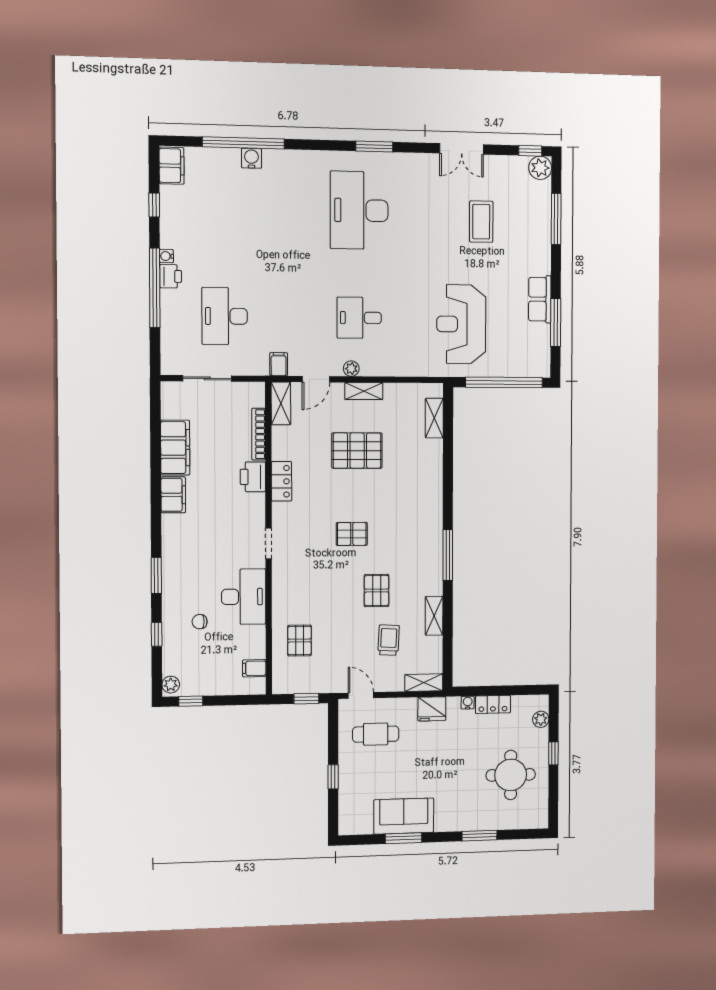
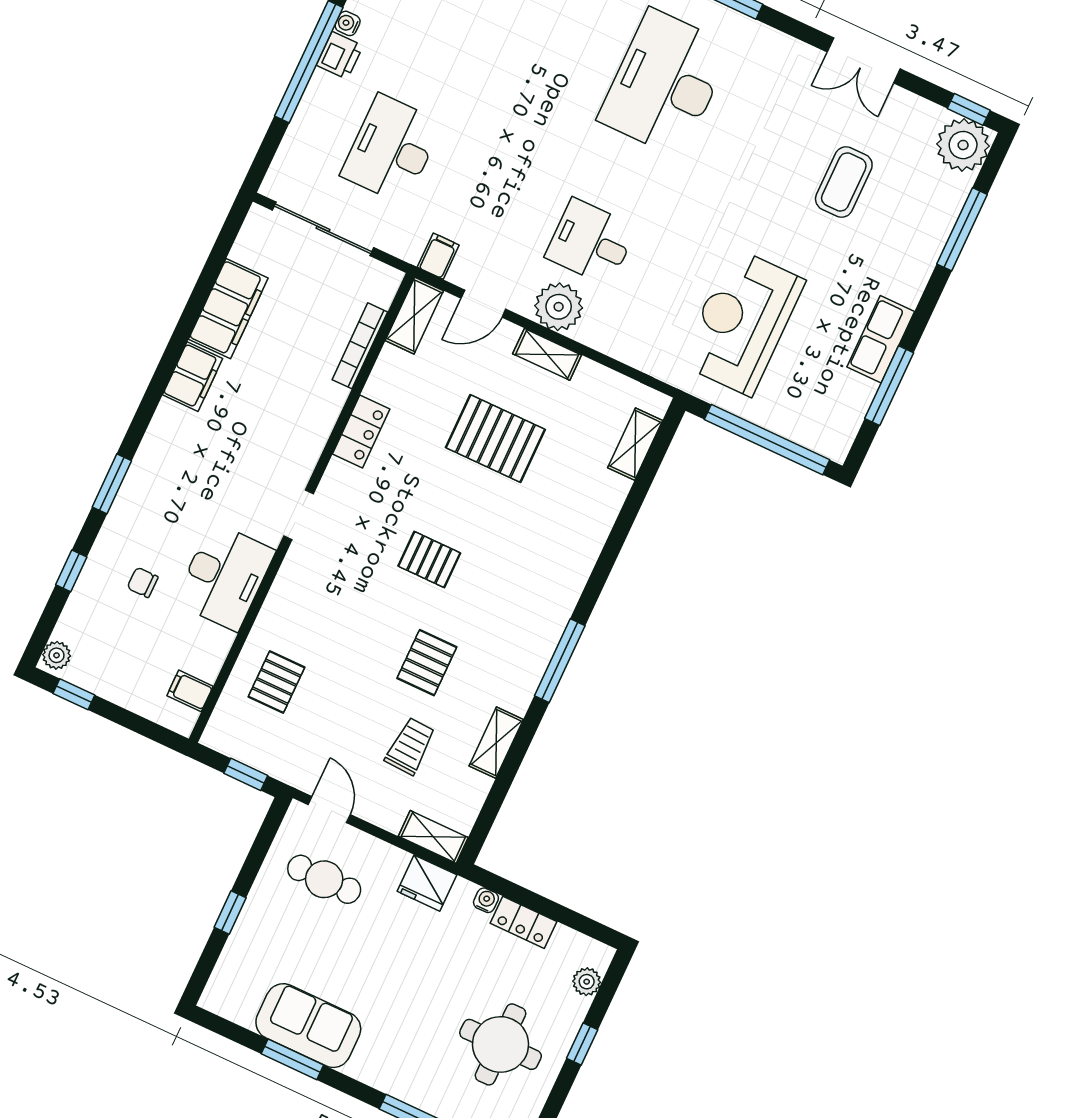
plant: (540, 168) -> (963, 145), width x1.36, depth x1.36
plant: (351, 369) -> (559, 307), width x1.87, depth x1.87
sliding door: (207, 378) -> (323, 229), width x1.37
printer: (253, 477) -> (322, 405), removed

